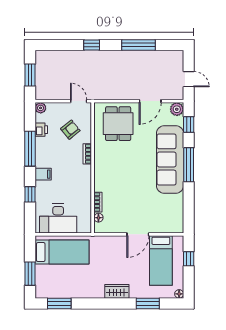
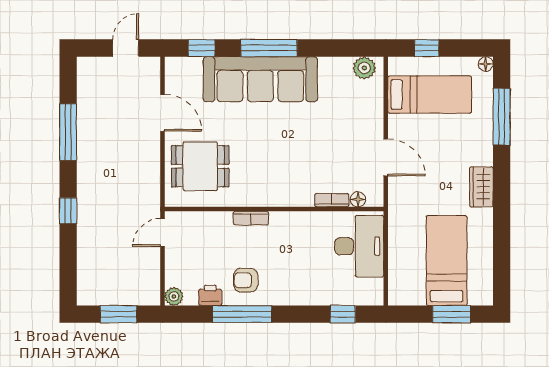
plant: (177, 109) -> (364, 68), moved
armchair: (70, 130) -> (246, 280), moved, turned -51
filing cabinet: (43, 174) -> (285, 292), removed
window: (30, 194) -> (343, 314), moved
desk: (58, 218) -> (359, 246), moved
door: (138, 234) -> (386, 157), moved
bed: (62, 252) -> (447, 260), moved
wardrobe: (117, 291) -> (481, 187), moved
window: (59, 303) -> (502, 265), removed
window: (148, 303) -> (502, 117), width x1.44

